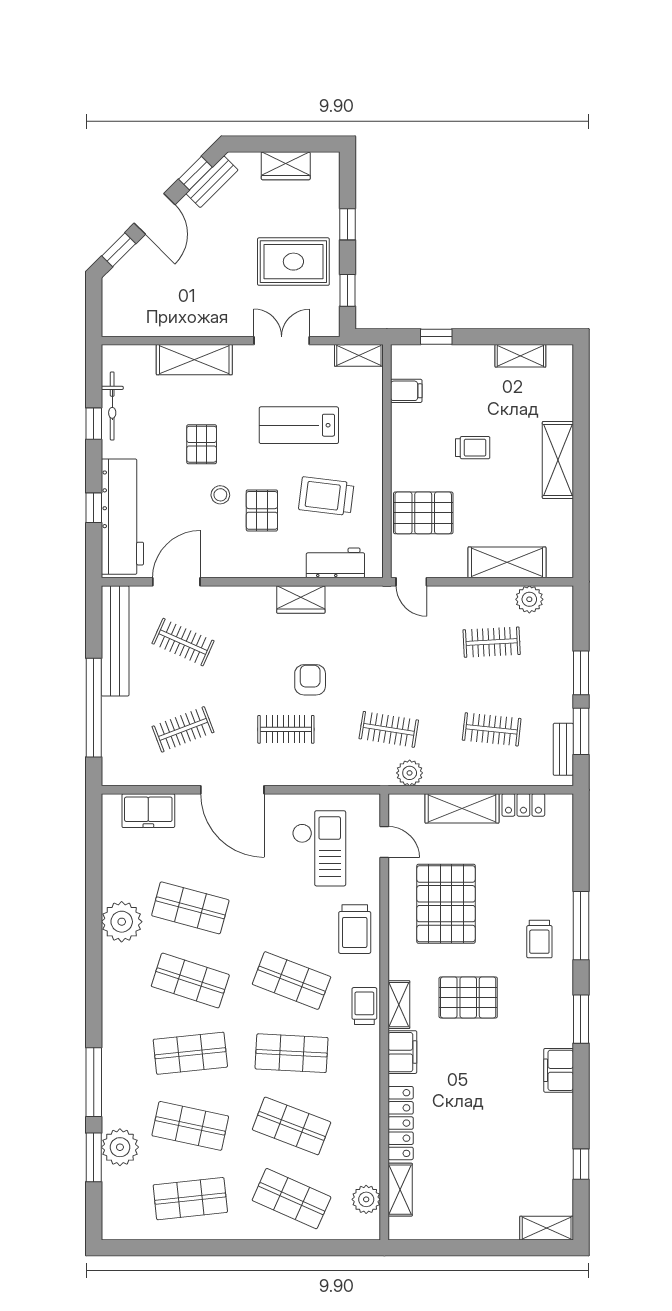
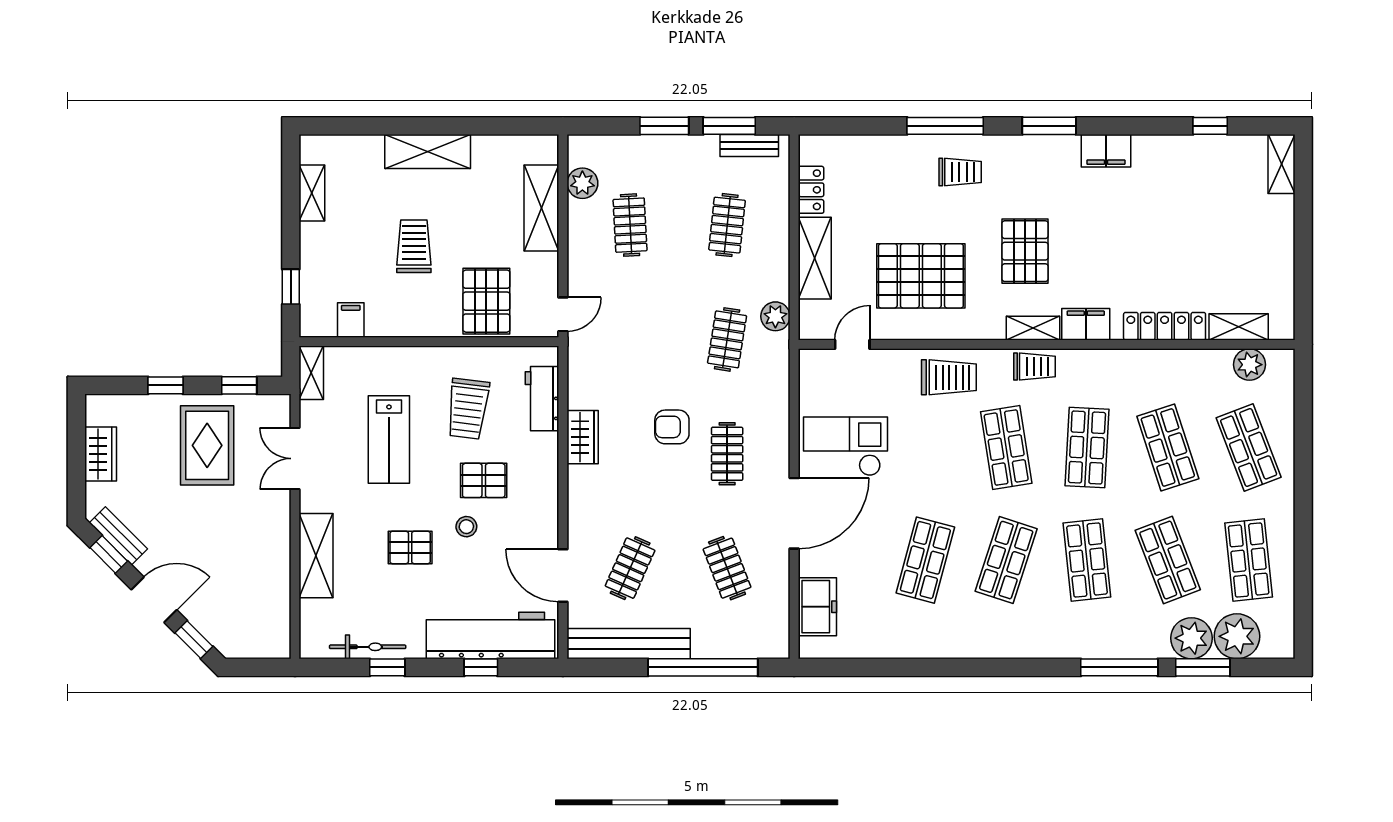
trolley: (473, 448) -> (414, 246), width x1.36, depth x1.39
checkout: (319, 848) -> (845, 446), moved
plant: (122, 922) -> (1237, 636), moved
shop shelf: (292, 981) -> (1006, 448), turned -30
trolley: (364, 1006) -> (1035, 367), turned 180
shop shelf: (190, 1126) -> (1168, 560), turned -33
shop shelf: (292, 1126) -> (1168, 448), turned -39
shop shelf: (292, 1199) -> (1249, 448), turned -45

